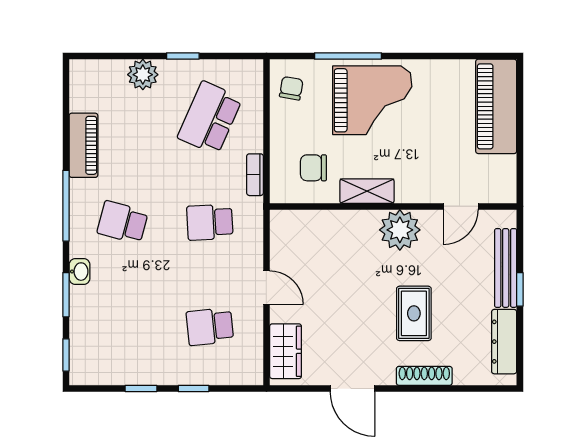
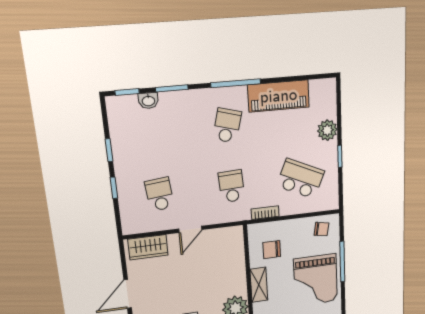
piano: (83, 145) -> (279, 96), width x1.37, depth x1.33
chair: (313, 168) -> (272, 250), turned -90
washbasin: (80, 272) -> (148, 101), moved

